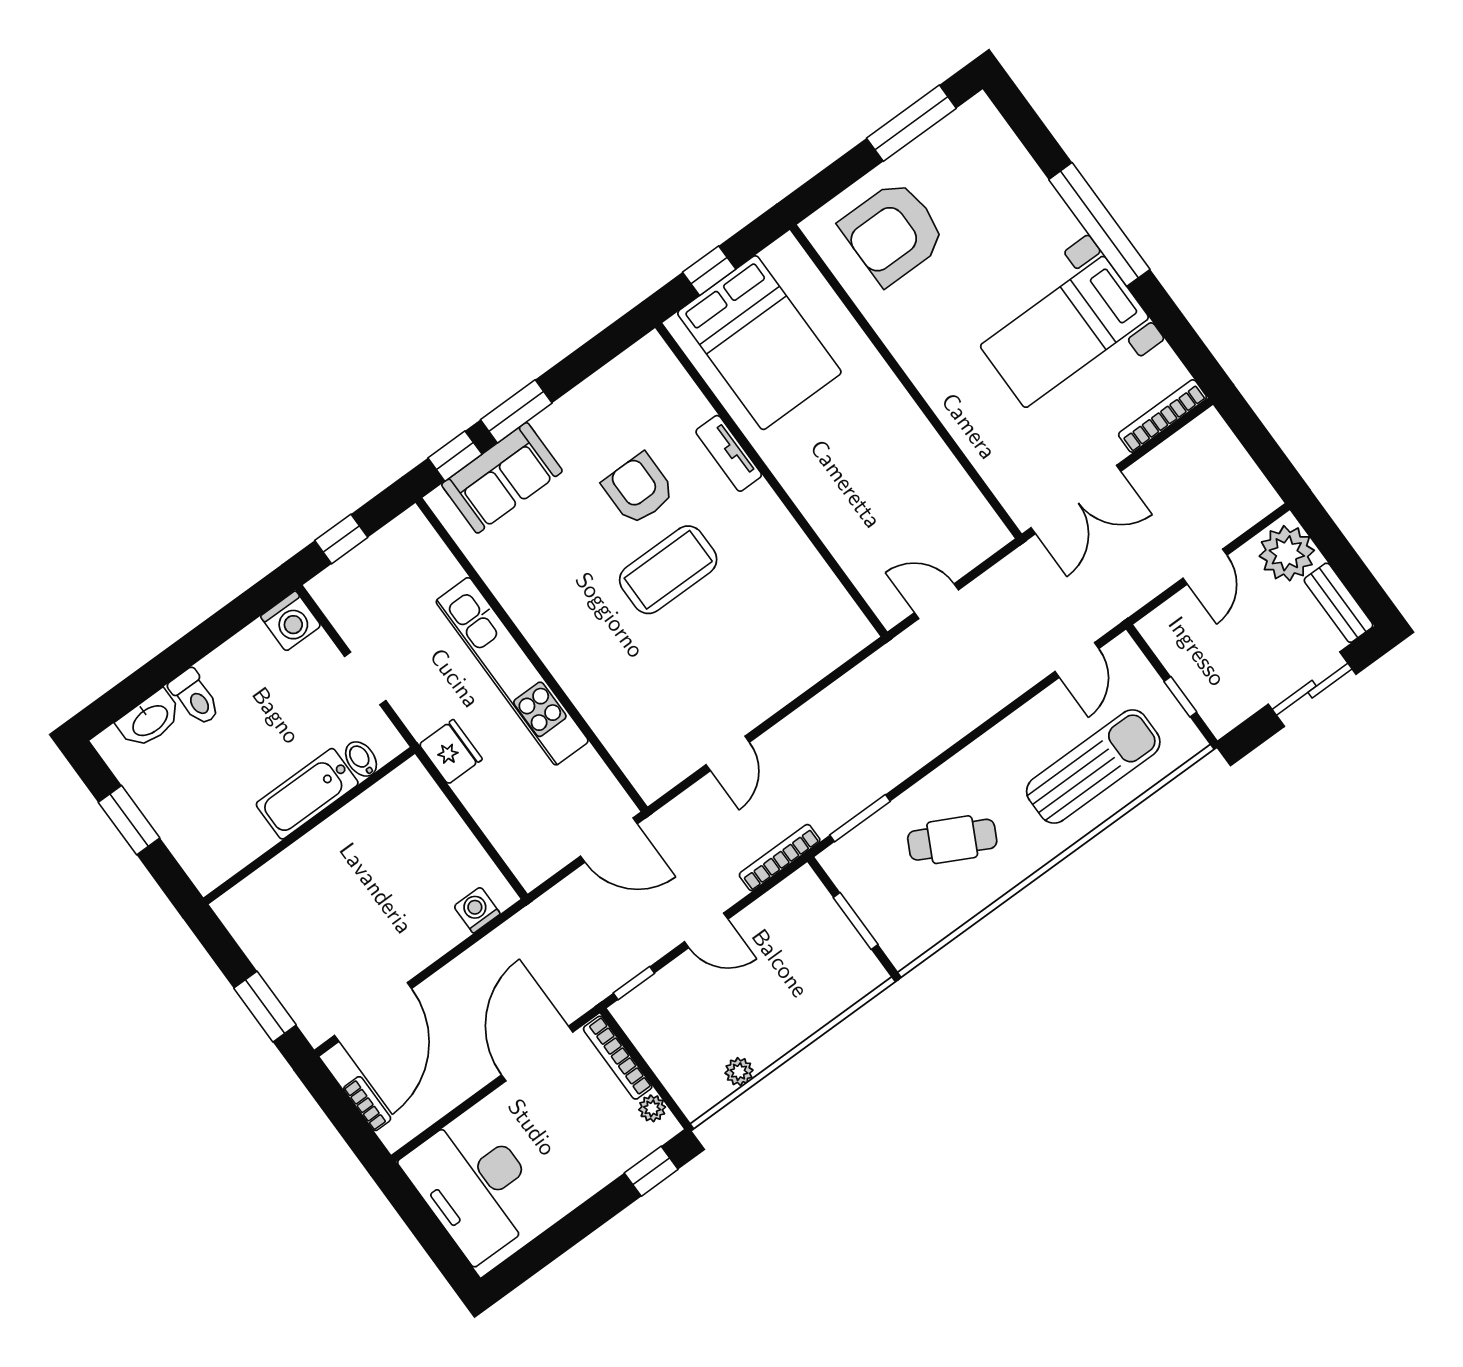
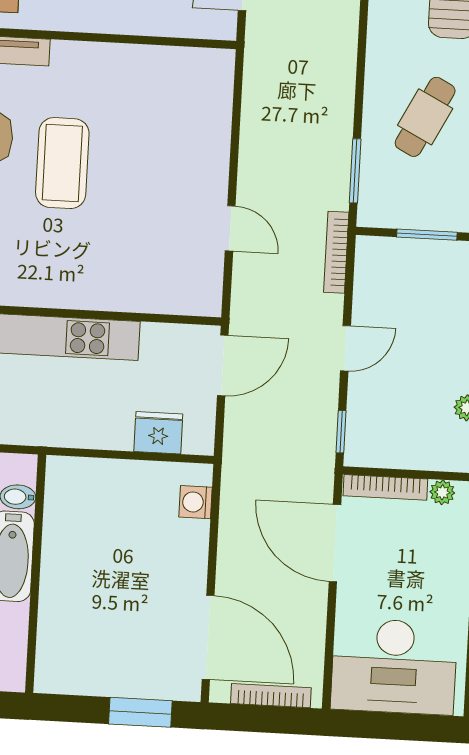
fridge: (451, 752) -> (158, 433), moved
bookcase: (367, 1104) -> (271, 696), width x1.56

